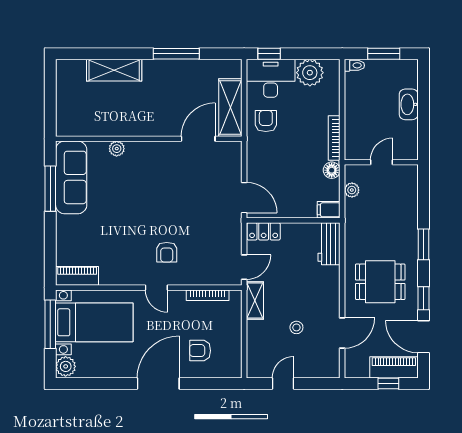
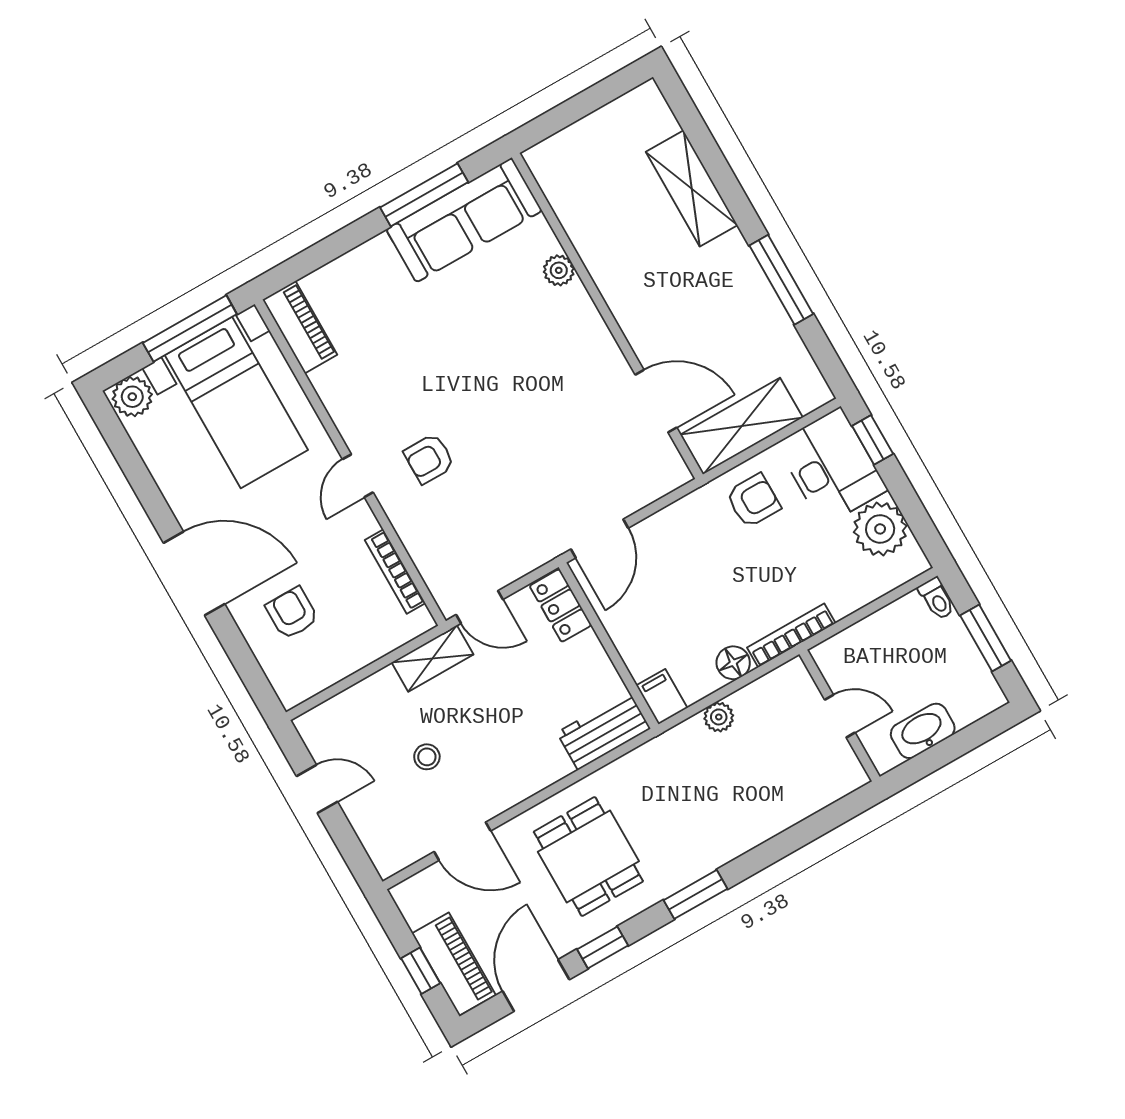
wall: (381, 162) -> (839, 716), moved
door: (382, 162) -> (840, 716), moved

